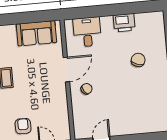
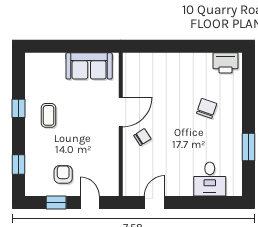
printer: (124, 23) -> (225, 63), moved
desk: (87, 32) -> (210, 179), moved, turned 180

